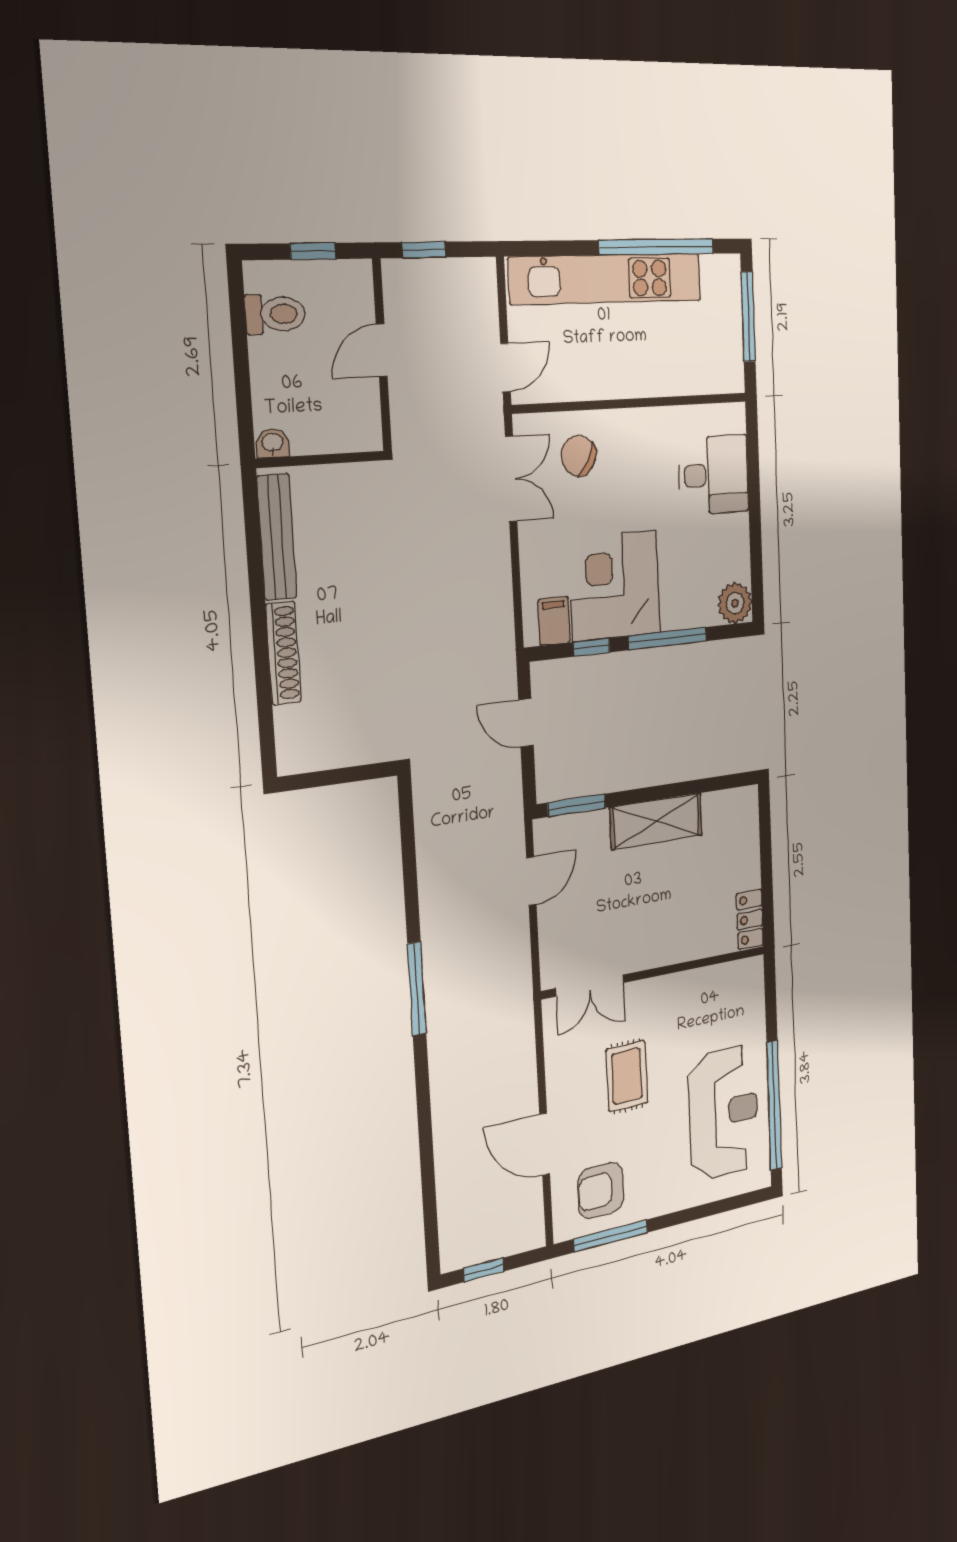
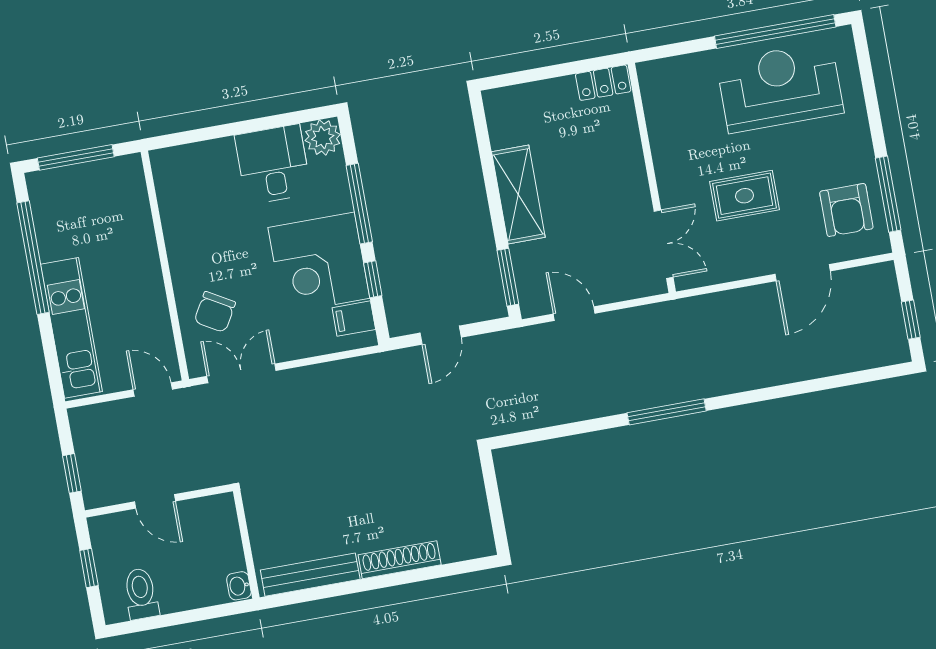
kitchen unit: (606, 279) -> (71, 328), width x0.73
desk: (714, 475) -> (273, 164), moved

